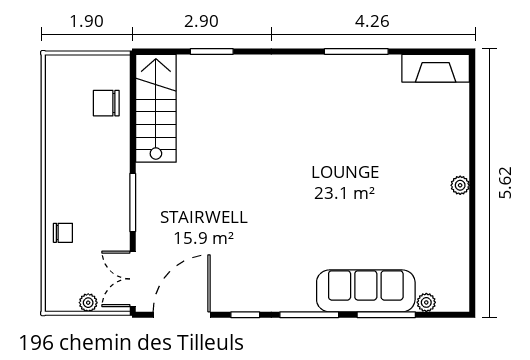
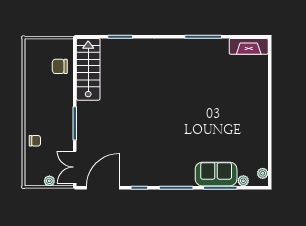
plant: (460, 185) -> (263, 173), moved
sofa: (366, 291) -> (216, 174), width x0.73

